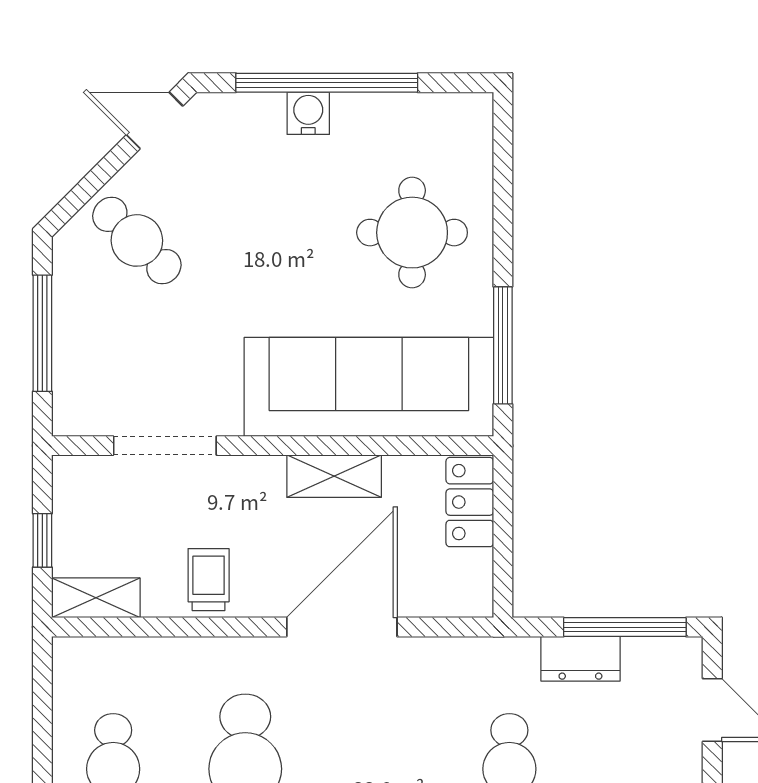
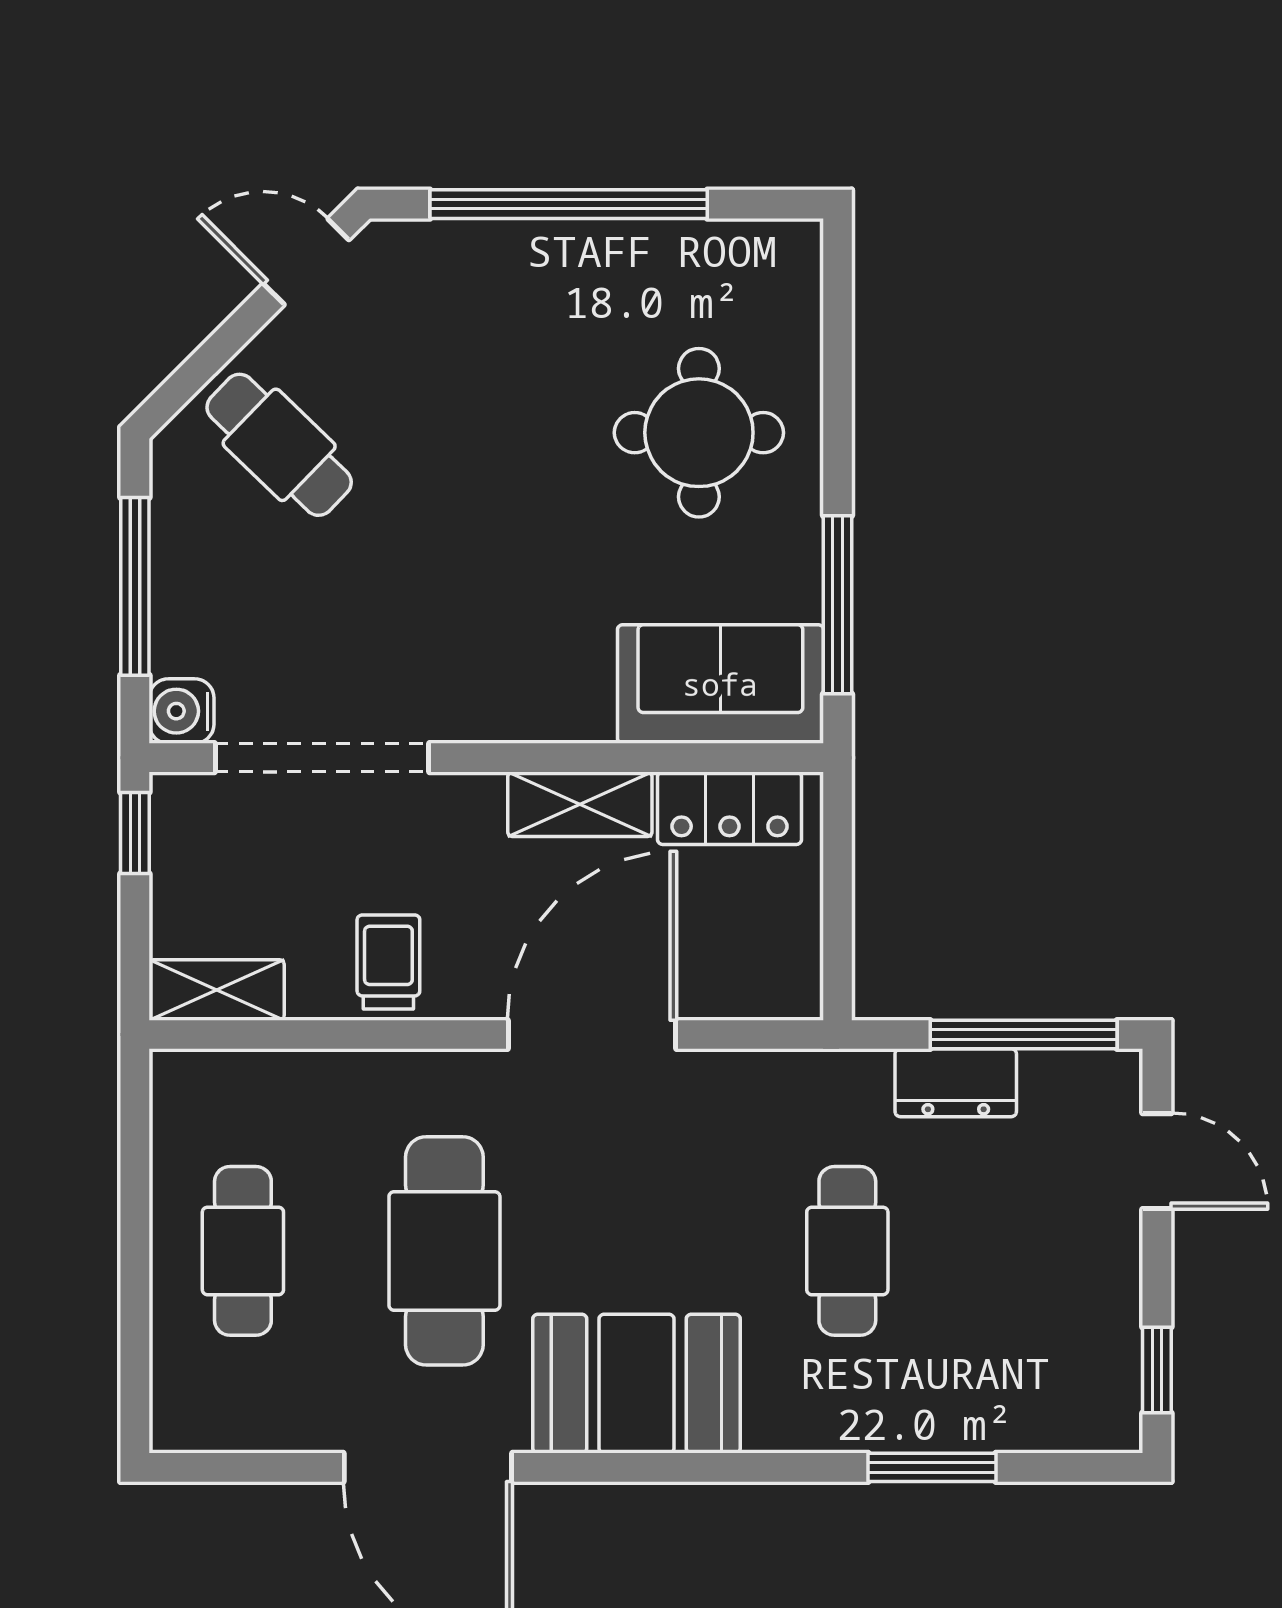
water cooler: (308, 113) -> (181, 711), moved, turned -90
sofa: (369, 387) -> (720, 684), width x0.54, depth x0.79
doorway: (165, 446) -> (322, 758), width x1.36
locker: (470, 502) -> (730, 808), moved, turned -90
window: (42, 540) -> (135, 833), moved

